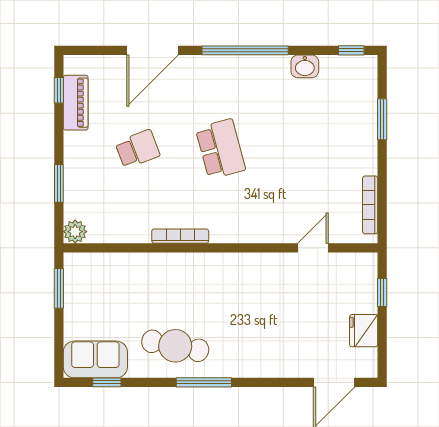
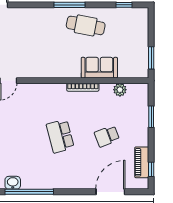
door: (153, 50) -> (110, 192), moved
window: (245, 50) -> (29, 192), moved
plant: (75, 232) -> (120, 90), moved
sofa: (95, 359) -> (99, 68), moved, turned 180

